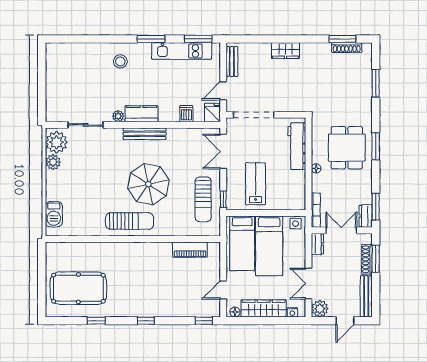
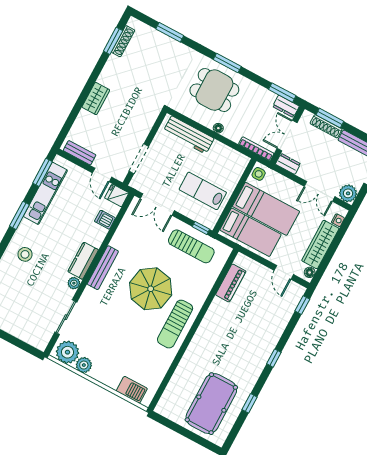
doorway: (254, 115) -> (139, 159), width x0.73
sun lounger: (130, 221) -> (175, 324), turned 180

